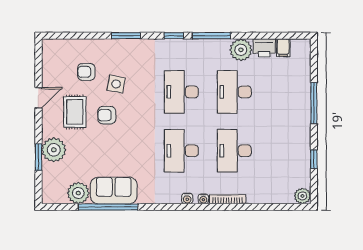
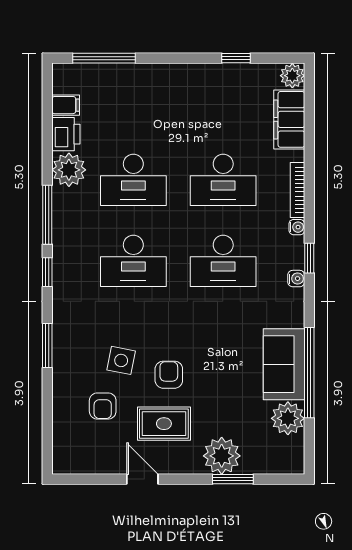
window: (314, 103) -> (104, 58), moved
armchair: (107, 115) -> (169, 375), turned 180
filing cabinet: (274, 194) -> (289, 119), added
water cooler: (187, 198) -> (296, 279), moved
window: (183, 207) -> (309, 258), added

